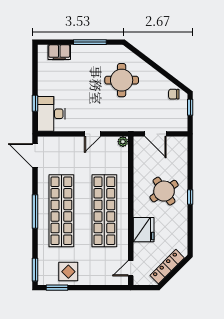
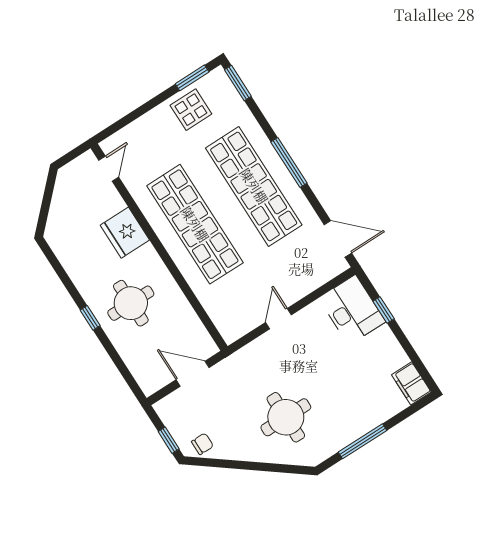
filing cabinet: (59, 52) -> (411, 383), moved, turned -90
plant: (123, 142) -> (230, 335), removed
round table: (164, 191) -> (131, 303), turned 34
locker: (167, 267) -> (61, 203), removed

